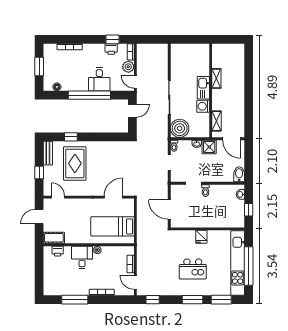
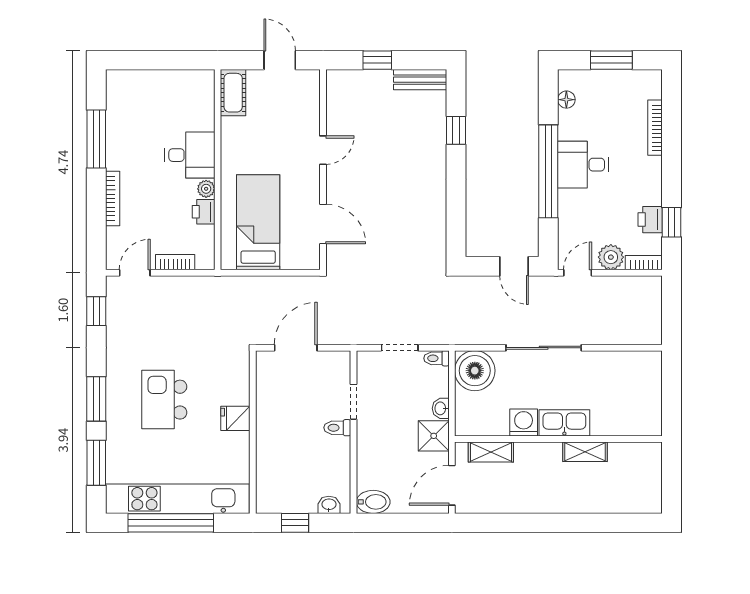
desk: (99, 79) -> (583, 165), moved
rug: (75, 163) -> (397, 139), removed
door: (58, 197) -> (323, 150), moved
printer: (58, 251) -> (204, 212), moved

